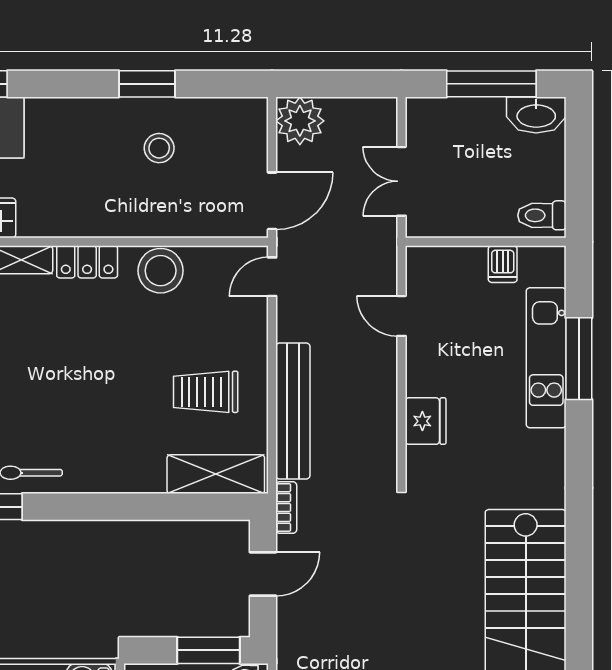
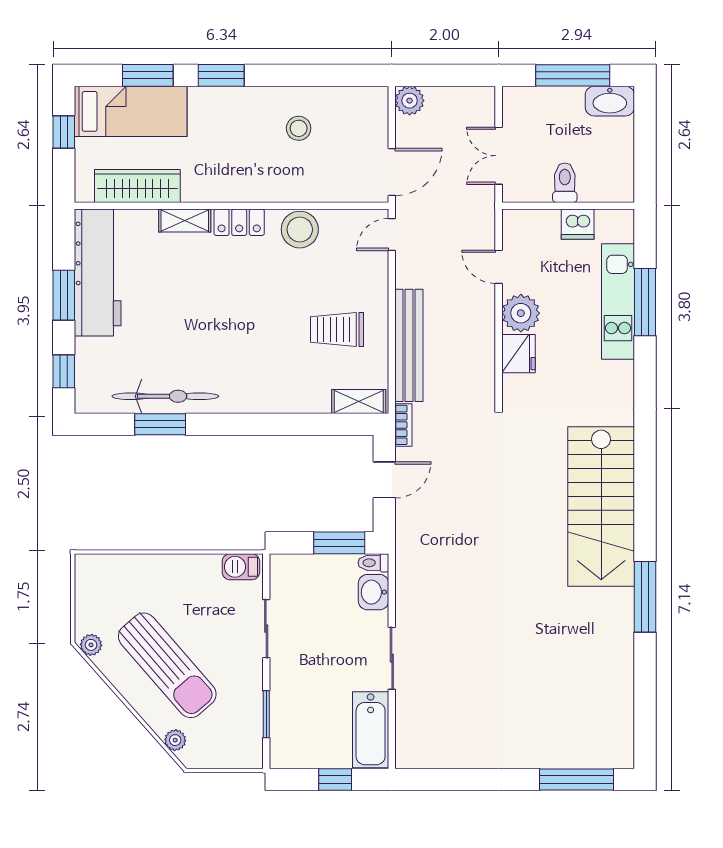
window: (147, 84) -> (221, 75), moved
plant: (300, 121) -> (410, 101), width x0.73, depth x0.73
toilet: (542, 215) -> (565, 183), moved, turned 90
dishwasher: (503, 264) -> (578, 224), width x1.38
plant: (428, 372) -> (521, 313), added
shelving: (216, 474) -> (359, 401), width x0.67, depth x0.75

